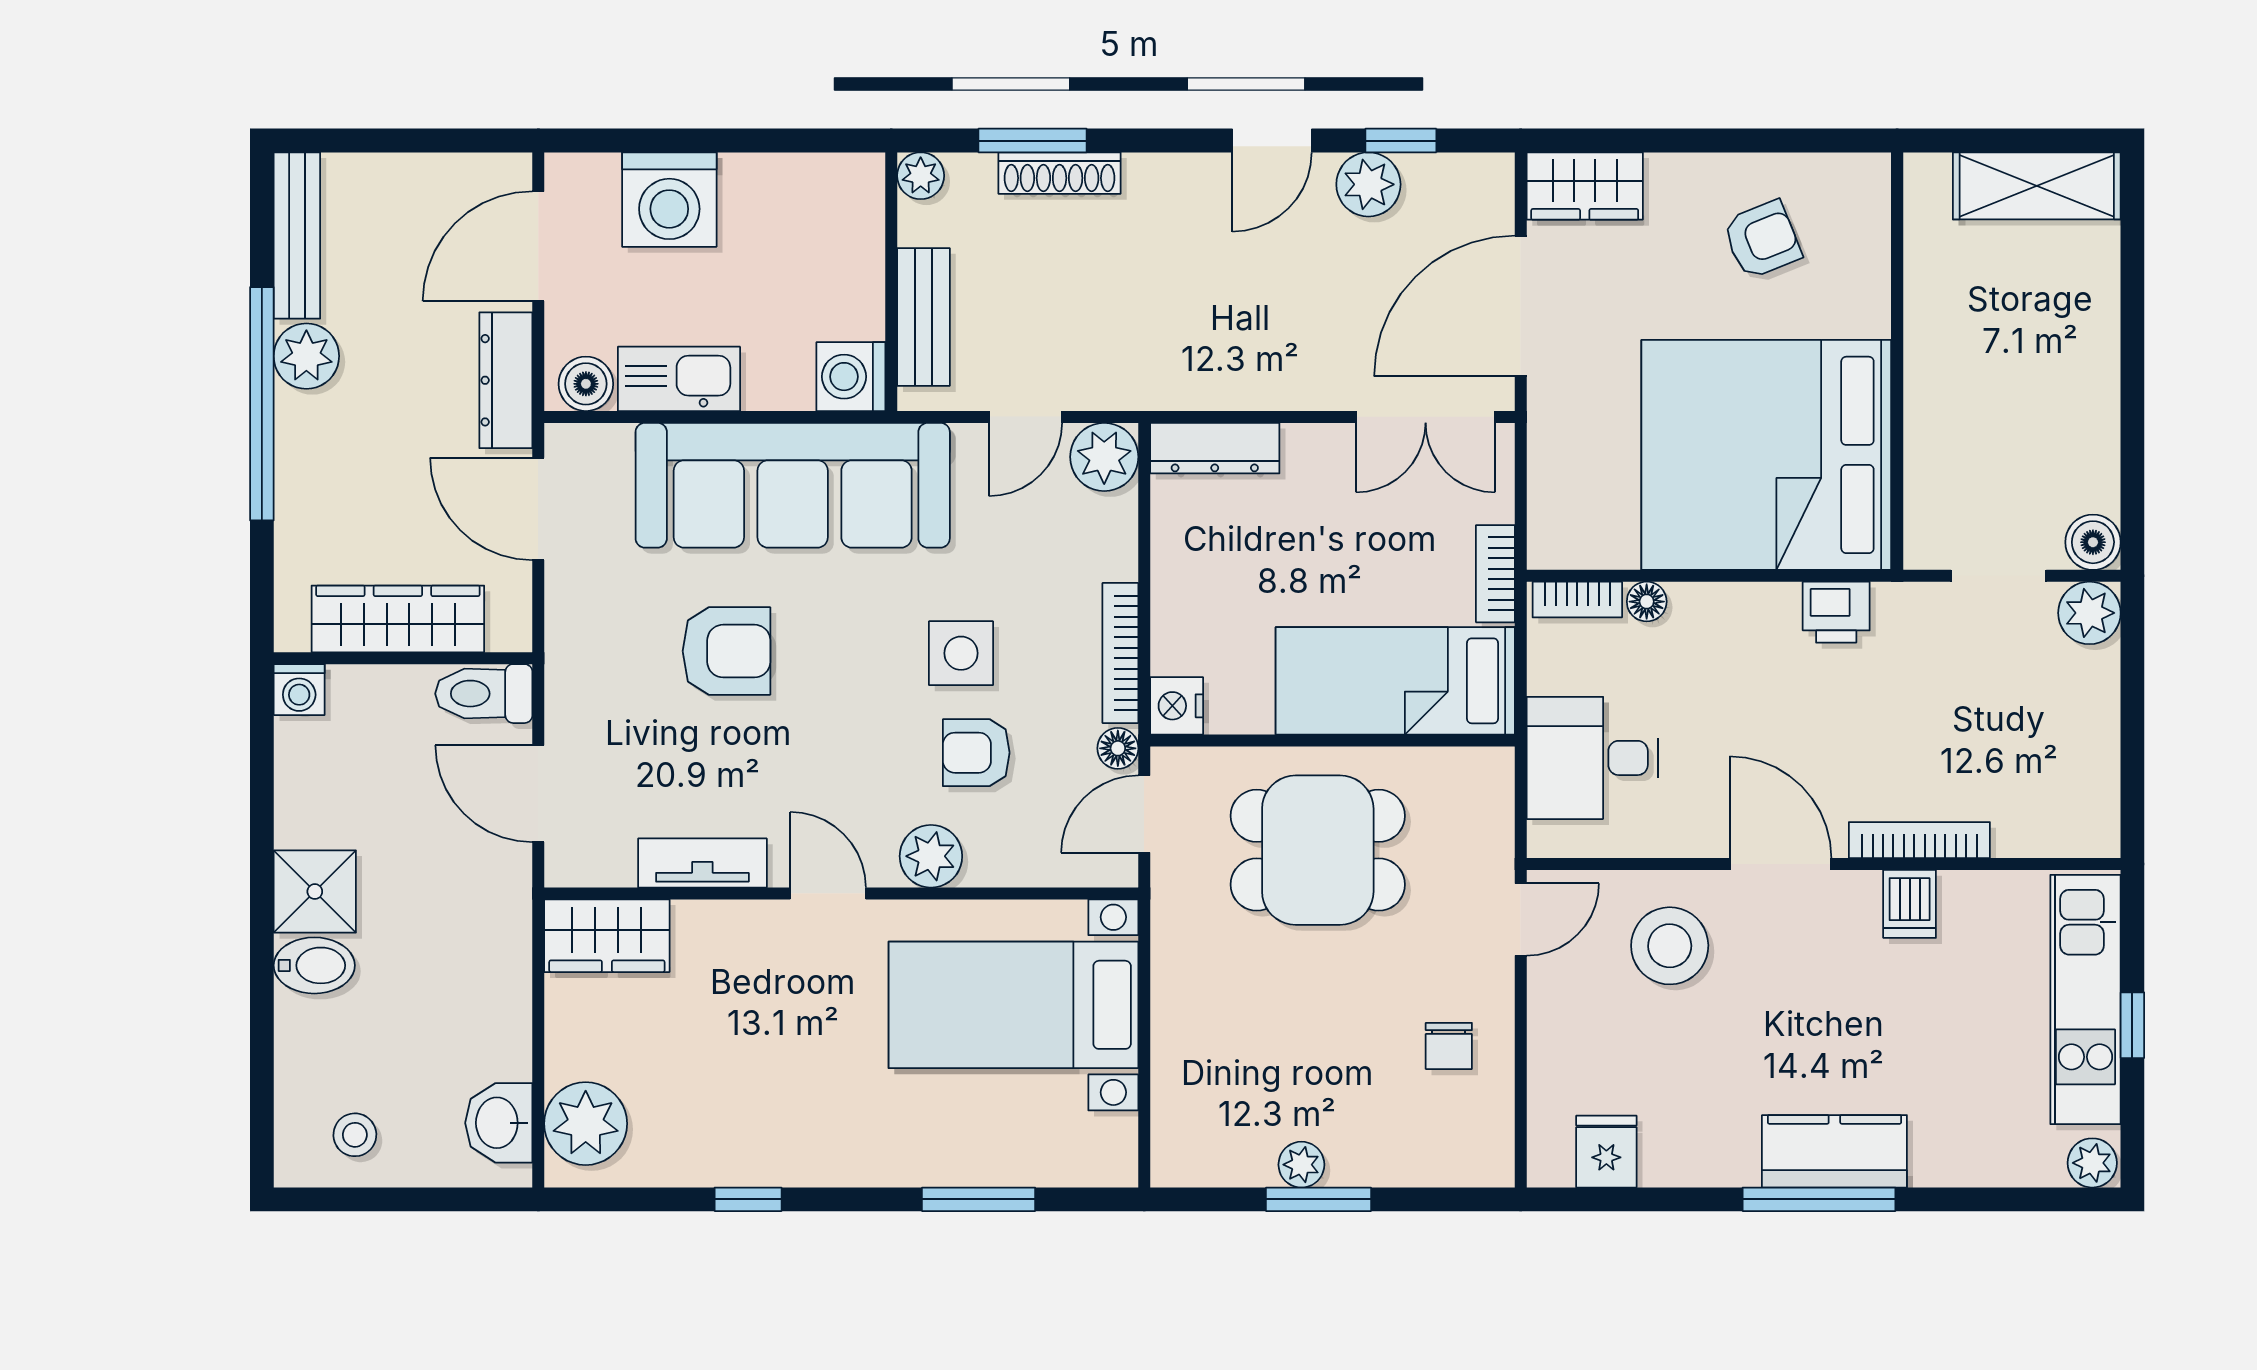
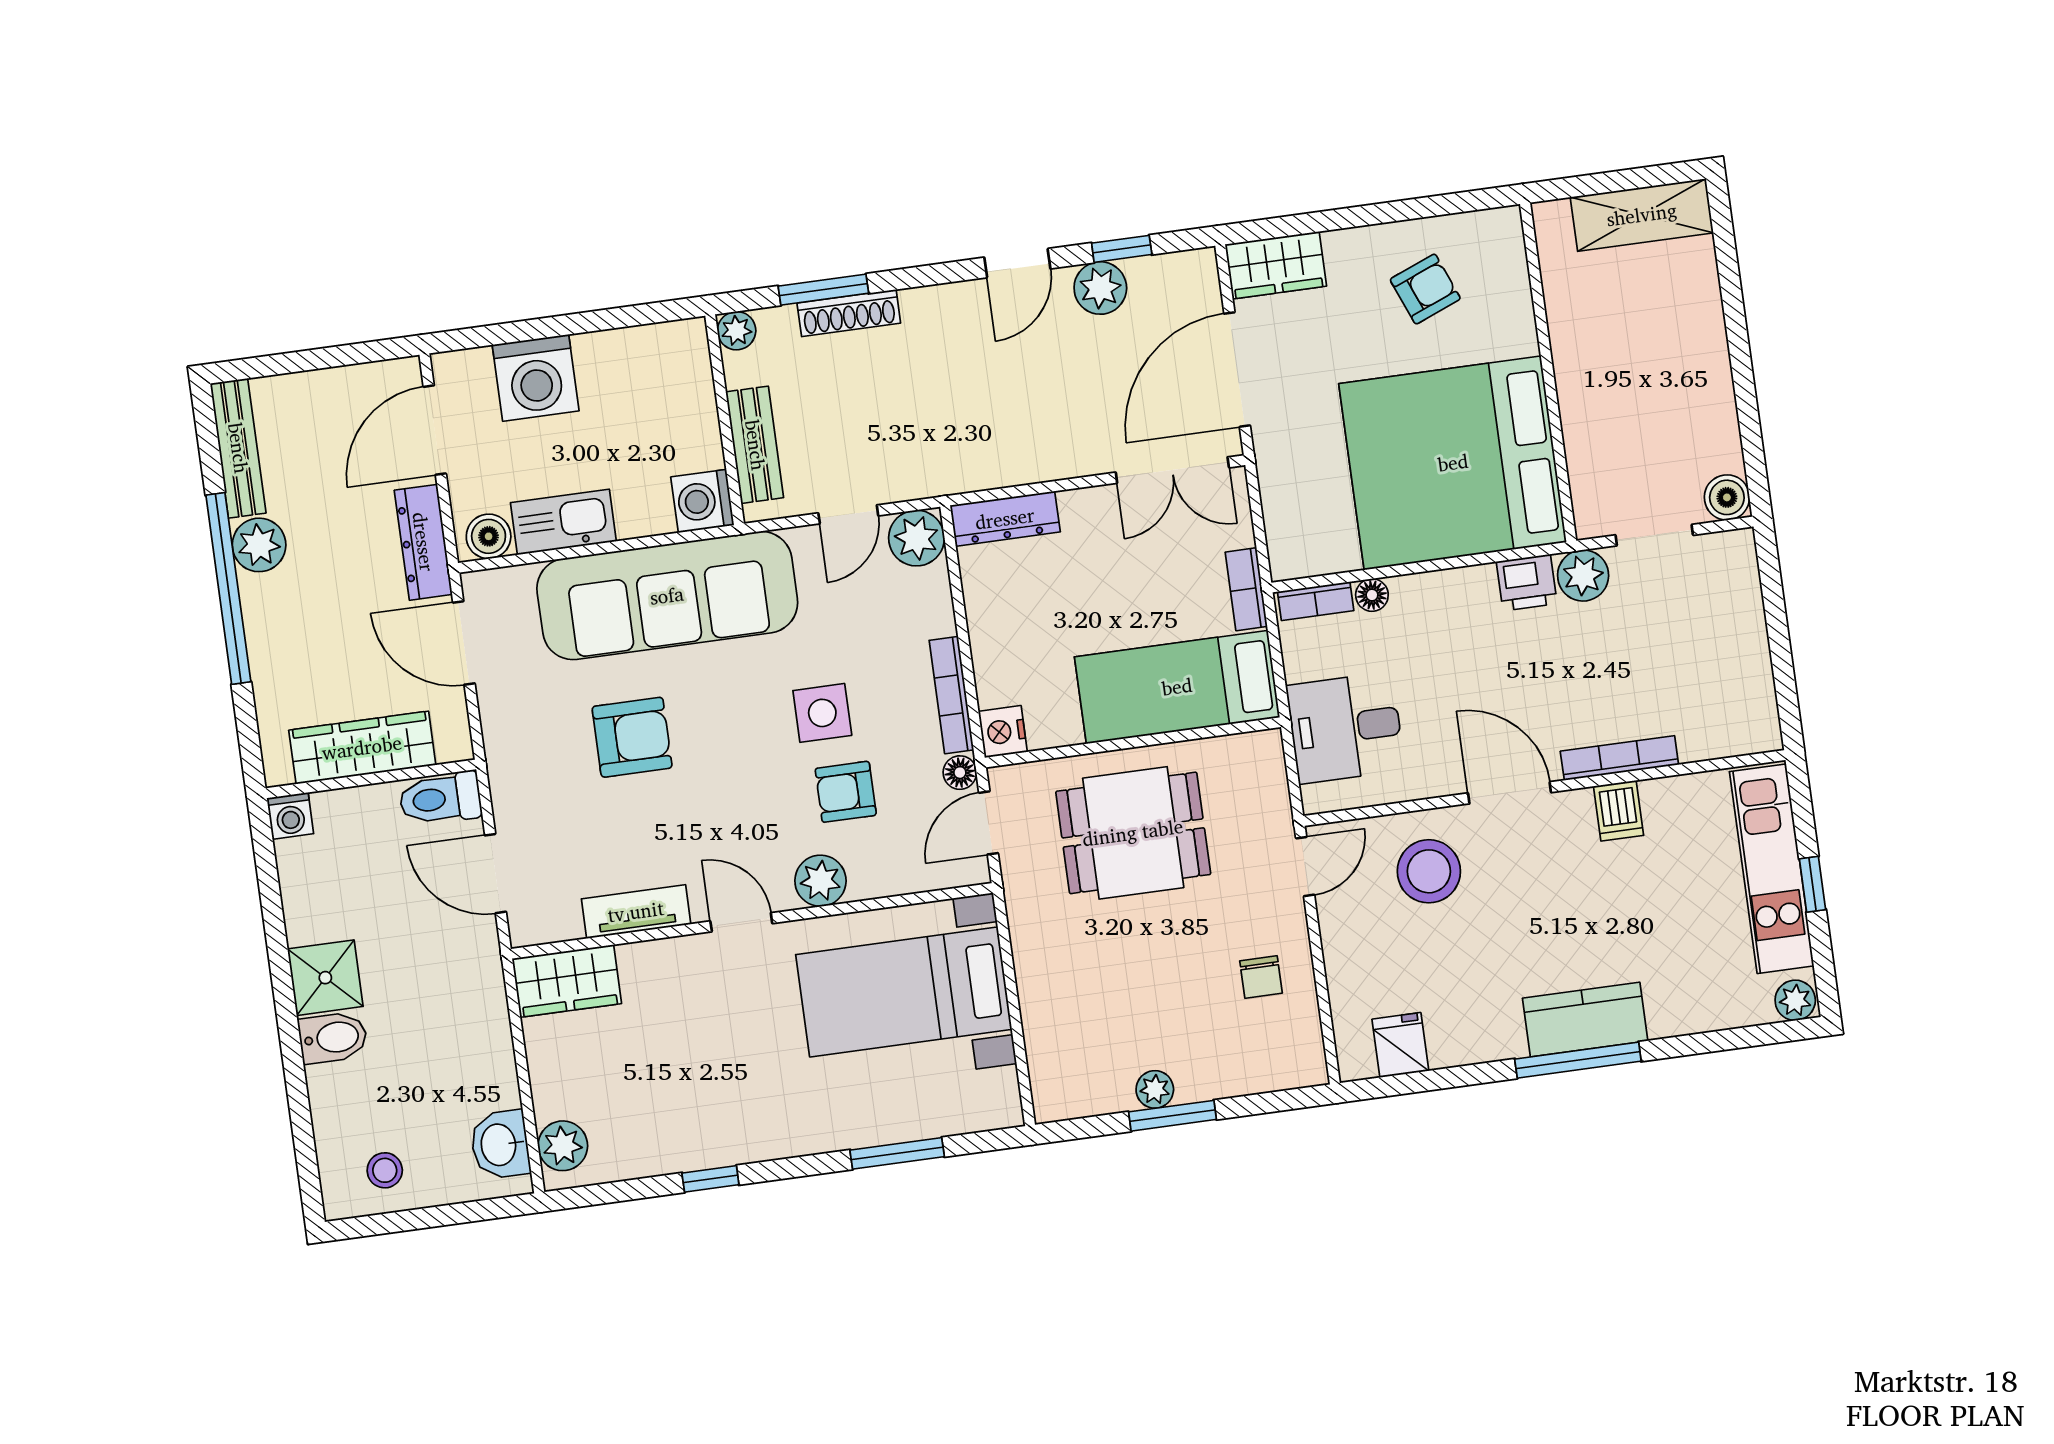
plant: (2089, 613) -> (1583, 575), moved
plant: (586, 1124) -> (563, 1146), width x0.73, depth x0.73

